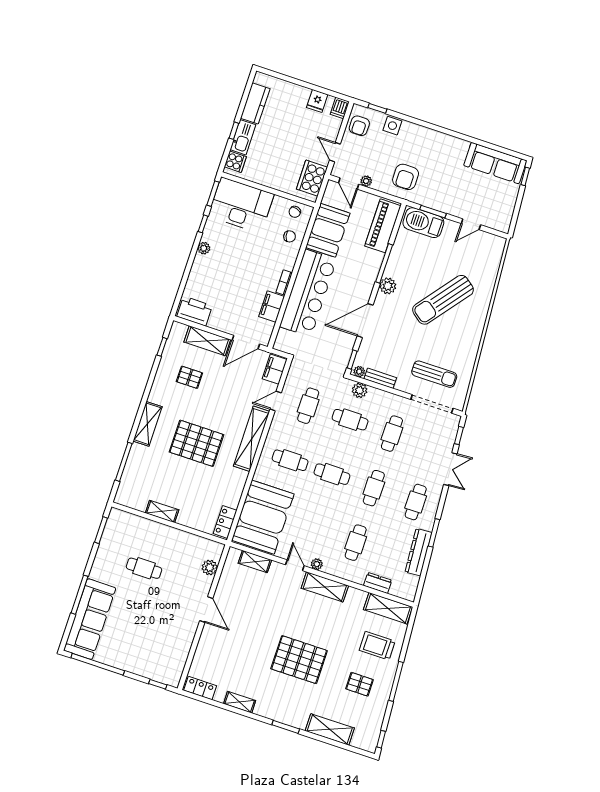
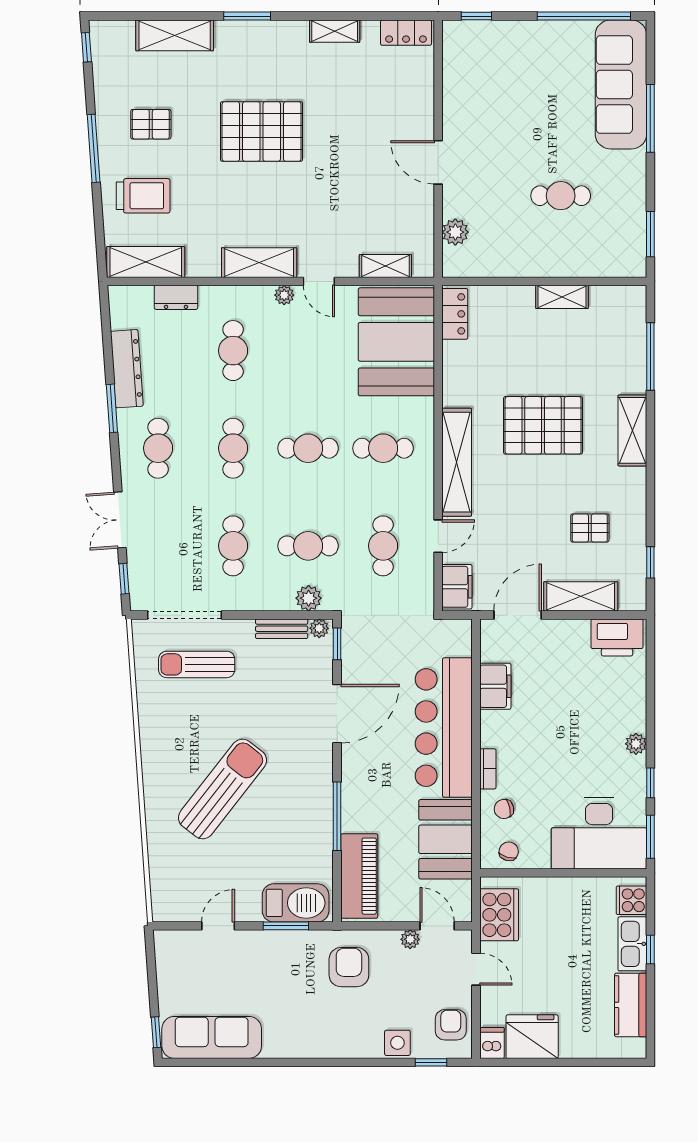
fridge: (317, 101) -> (532, 1037), width x1.88, depth x1.34
bookcase: (284, 282) -> (488, 769), moved
plant: (388, 286) -> (319, 782), removed

